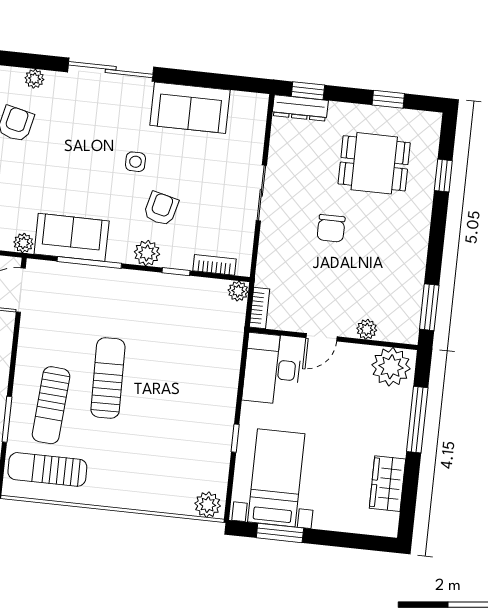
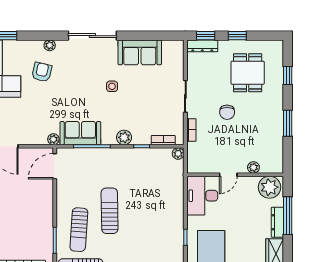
window: (388, 99) -> (237, 36), moved
dining table: (374, 163) -> (248, 73), turned 90
armchair: (161, 209) -> (129, 111), removed
window: (429, 307) -> (288, 123), moved
bookcase: (260, 308) -> (191, 130), moved
dresser: (398, 429) -> (277, 222), added

